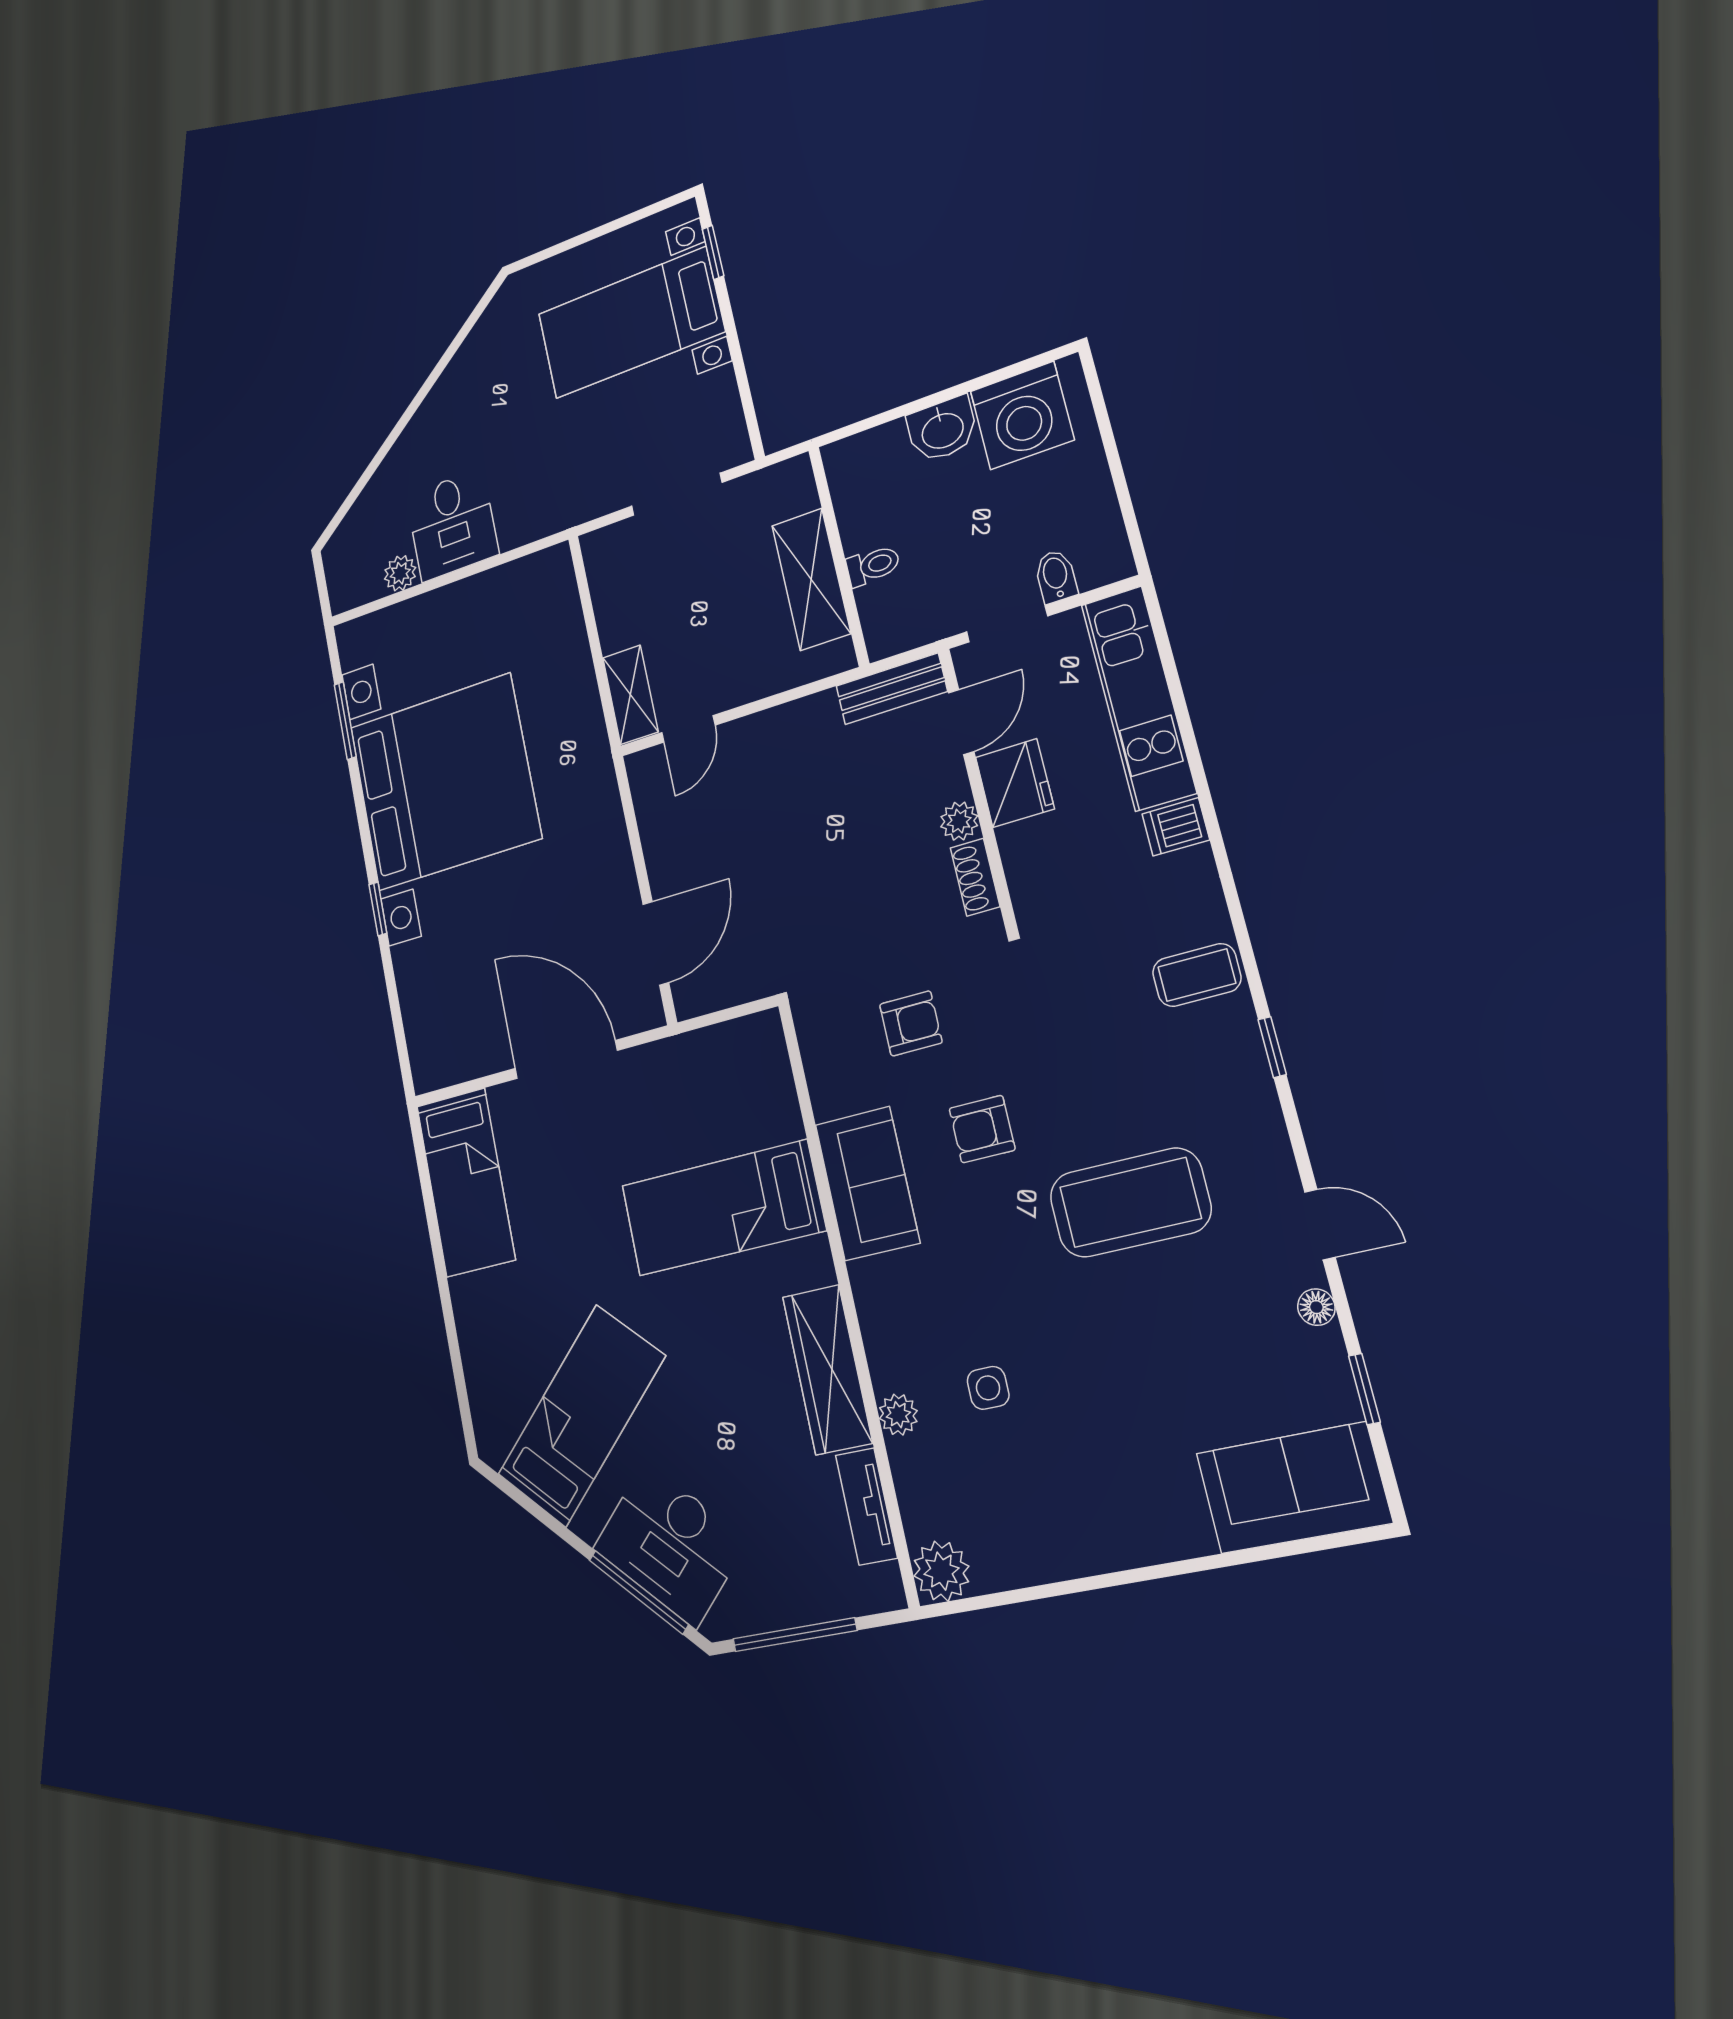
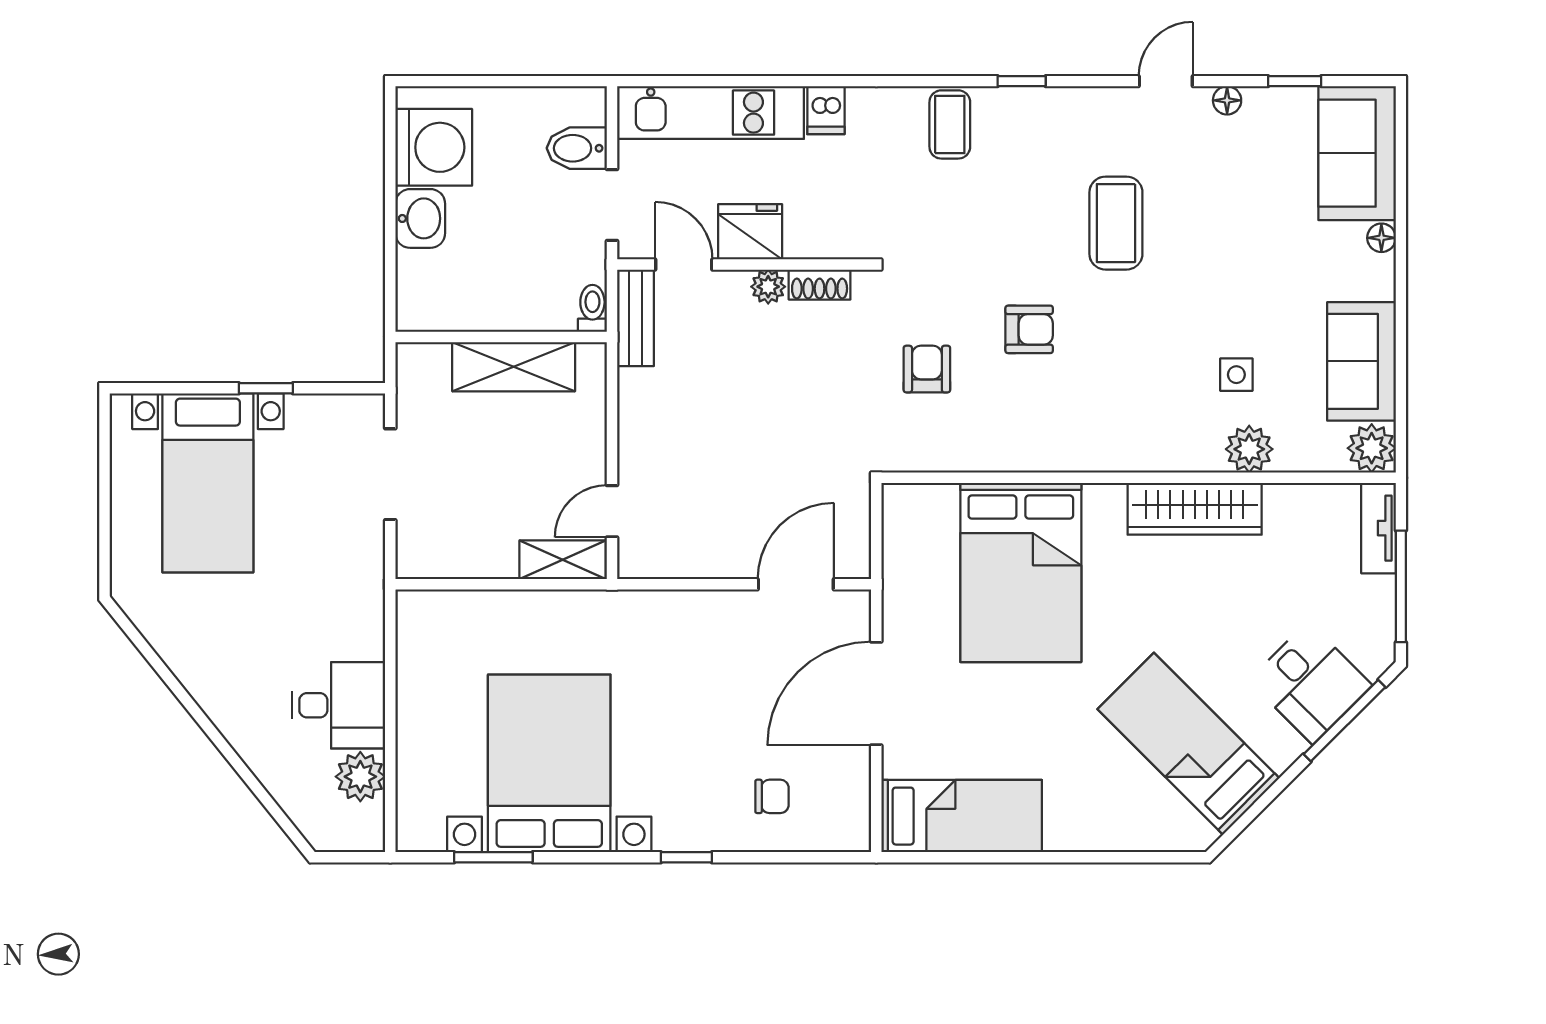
window: (713, 252) -> (266, 388), moved
toilet: (873, 565) -> (592, 308), moved
plant: (400, 573) -> (360, 777), width x1.38, depth x1.38
bidet: (1056, 576) -> (577, 148), width x1.38, depth x1.36
door: (688, 729) -> (612, 511), swing flipped
bed with nightstands: (445, 782) -> (549, 763), width x0.73
door: (656, 943) -> (796, 584), hinge flipped
chair: (448, 979) -> (772, 796), added
armchair: (982, 1129) -> (1029, 329), turned -90
sofa: (867, 1183) -> (1361, 361), moved, turned -90
coffee table: (1130, 1203) -> (1116, 223), width x0.73, depth x0.76
bed: (723, 1208) -> (1021, 572), width x1.50
plant: (898, 1415) -> (1249, 449), width x1.38, depth x1.38
tv unit: (866, 1506) -> (1378, 528), moved, turned 90
floor lamp: (1195, 1539) -> (1381, 238), added
desk: (670, 1544) -> (1310, 683), width x0.73

